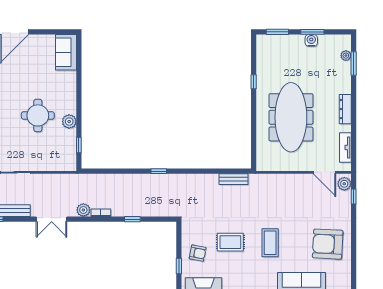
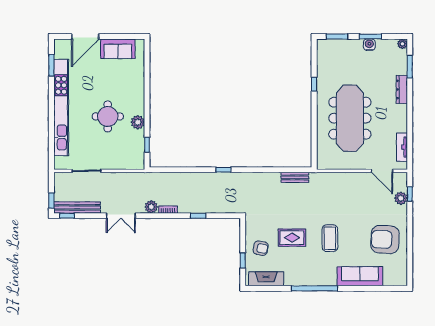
sofa: (66, 52) -> (118, 49), moved, turned -90
plant: (346, 56) -> (402, 44), moved
dresser: (345, 109) -> (402, 89), moved
plant: (344, 184) -> (401, 198), moved

